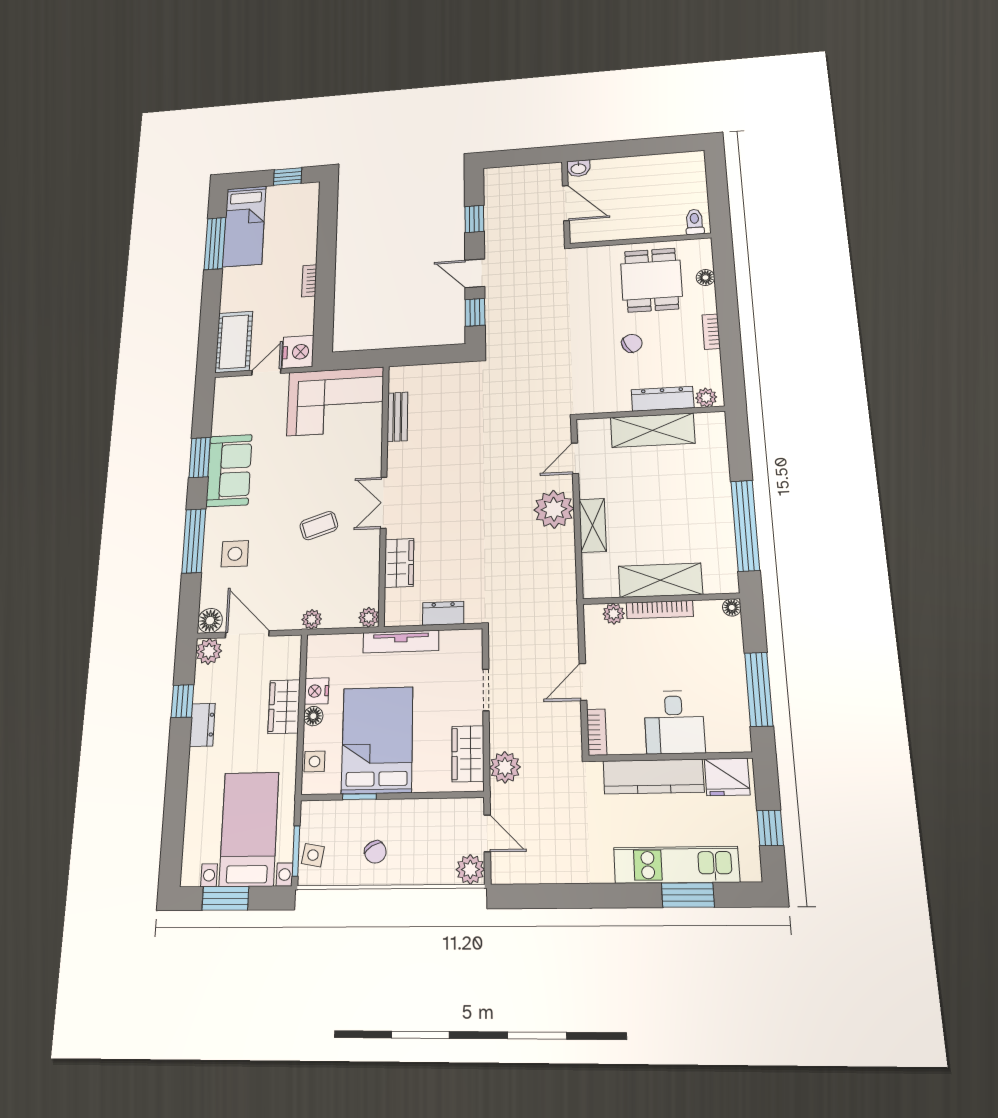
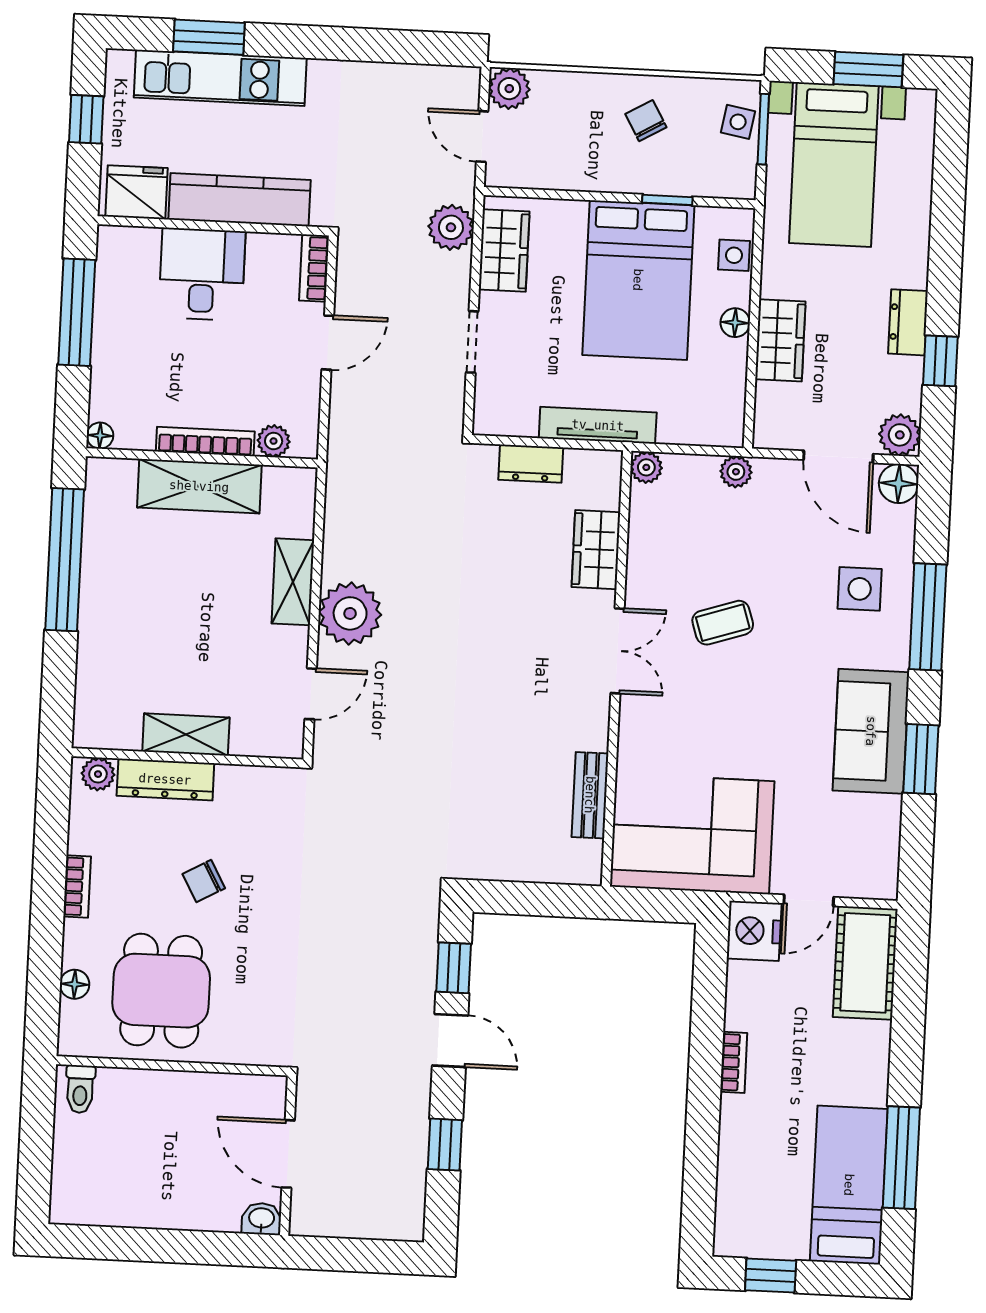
shelving: (653, 430) -> (186, 734), width x0.67, depth x0.75
nightstand: (317, 691) -> (730, 360), removed

